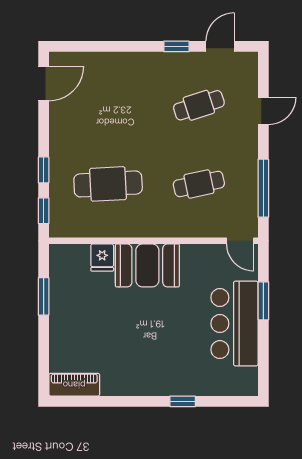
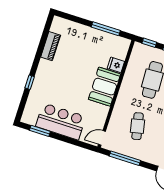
window: (44, 296) -> (106, 29), width x1.44
window: (263, 301) -> (40, 131), moved
piano: (74, 385) -> (51, 46), moved

